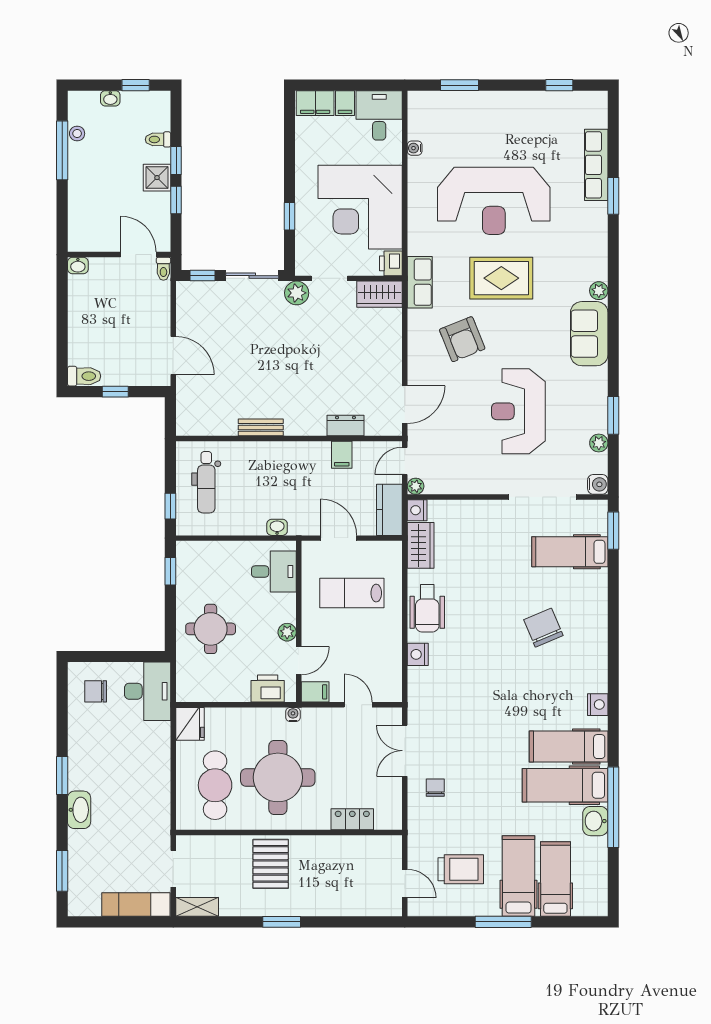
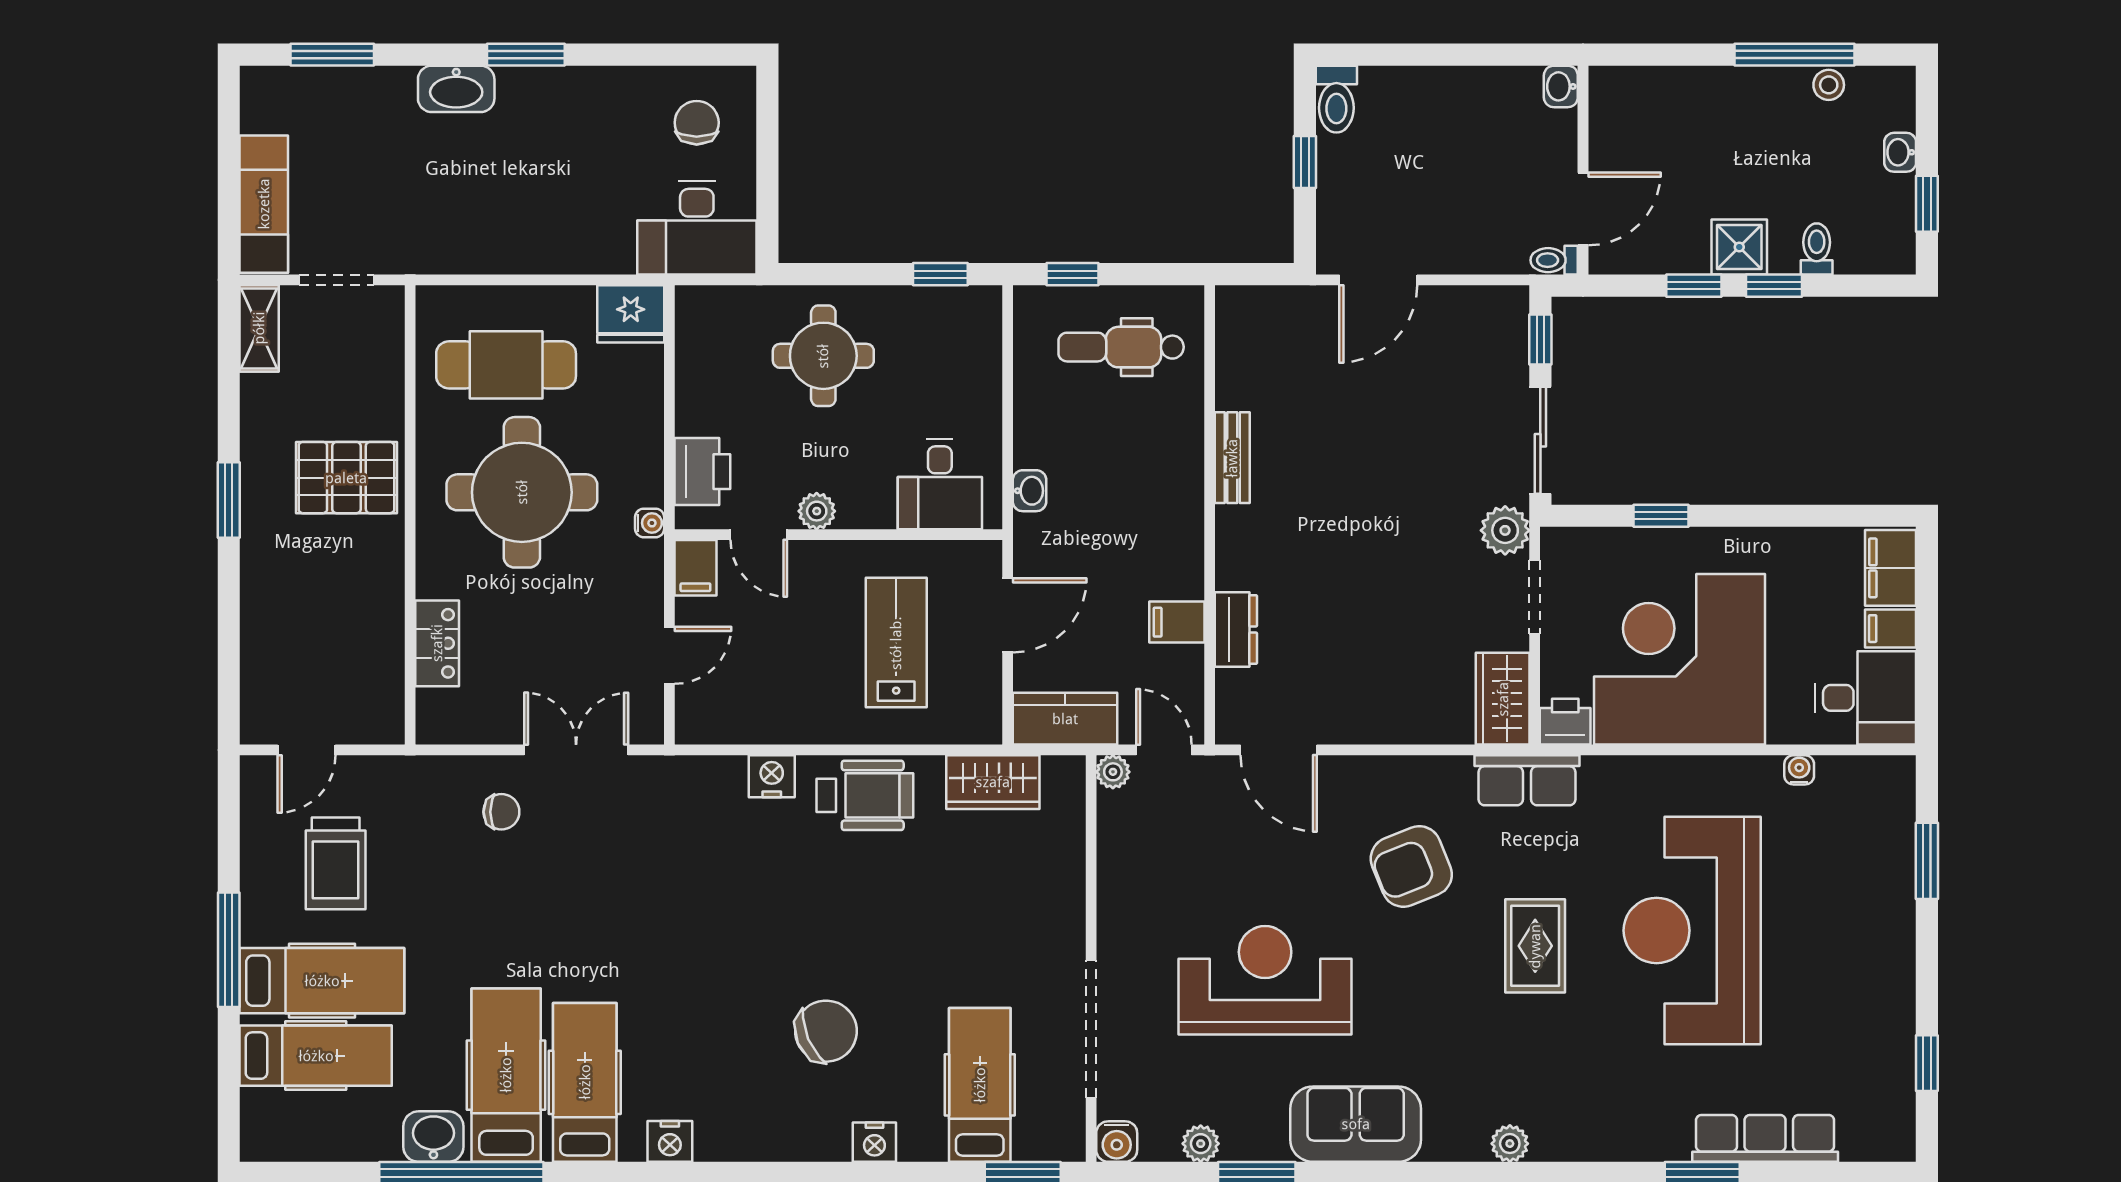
rug: (501, 278) -> (1535, 946), width x0.73, depth x0.70
sofa: (589, 334) -> (1356, 1124), moved
nightstand: (417, 510) -> (874, 1142), moved, turned 180
wheelchair: (427, 608) -> (865, 795), turned 180

